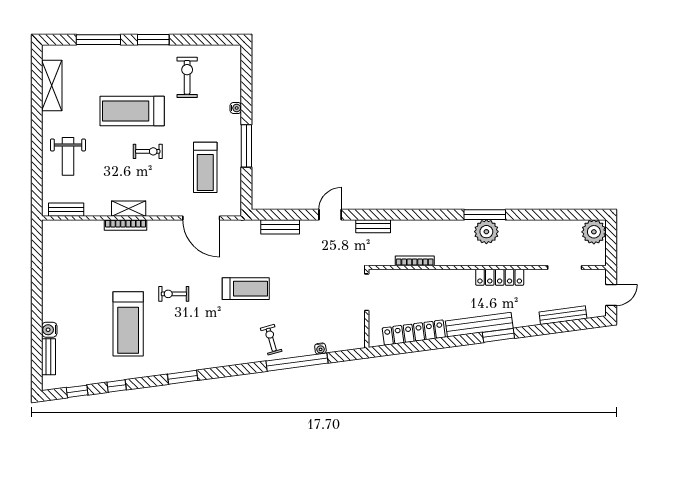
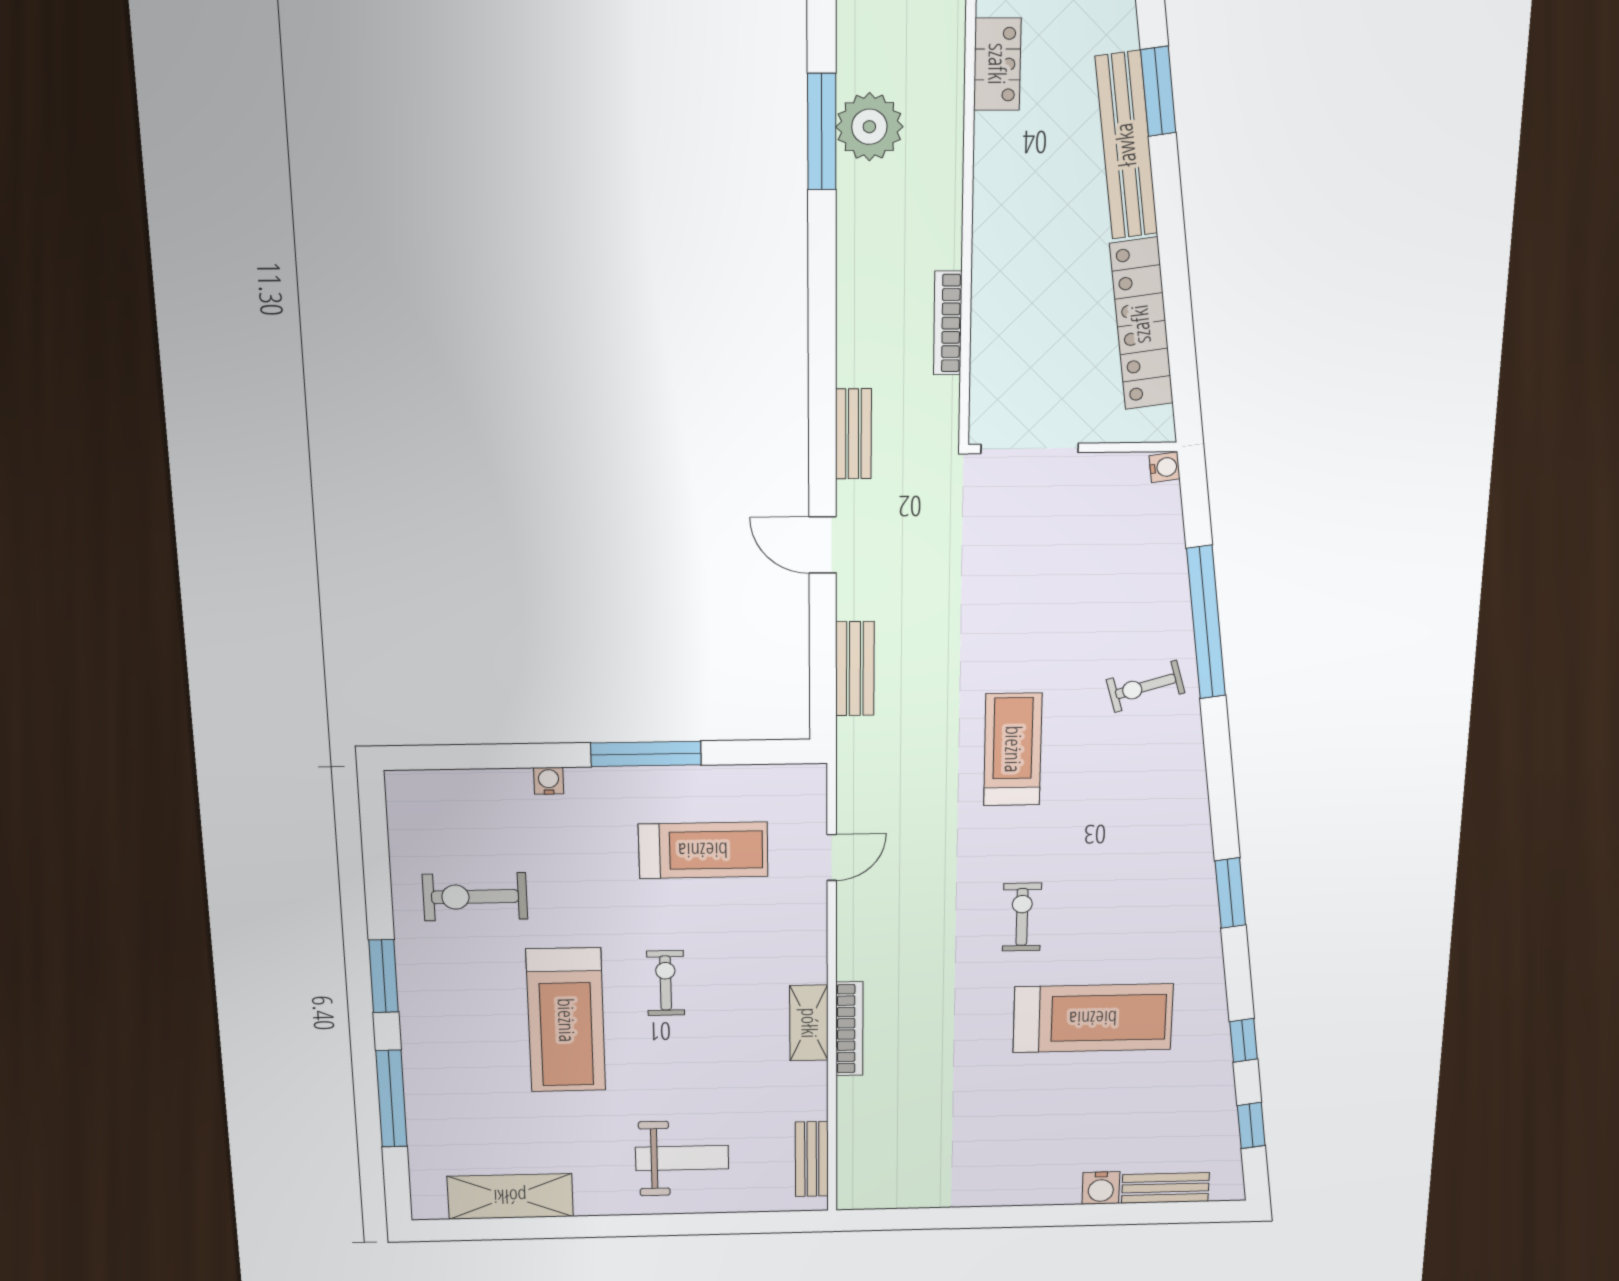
door: (201, 218) -> (832, 858), width x0.53
locker: (500, 277) -> (997, 64), width x0.66
exercise bike: (174, 294) -> (1022, 917), turned 180
water cooler: (320, 349) -> (1165, 467), moved

